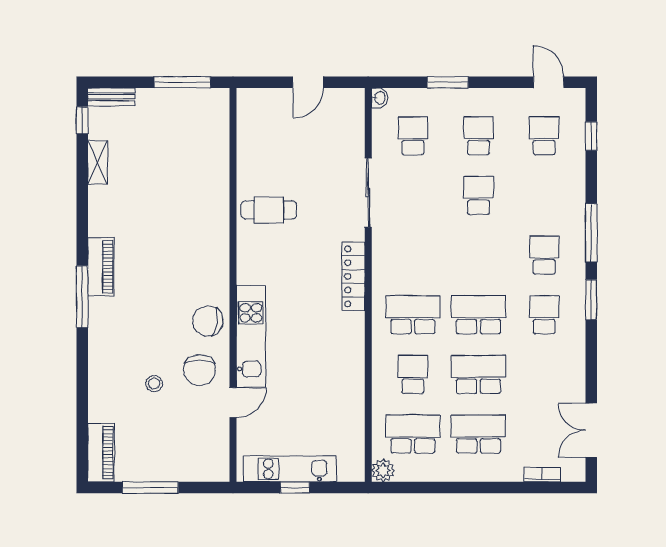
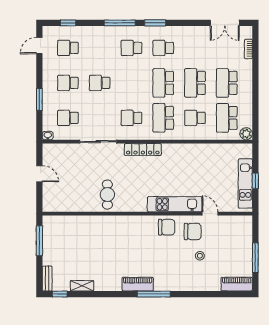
school desk: (413, 255) -> (131, 118), added
chair: (208, 321) -> (167, 227), turned -100

